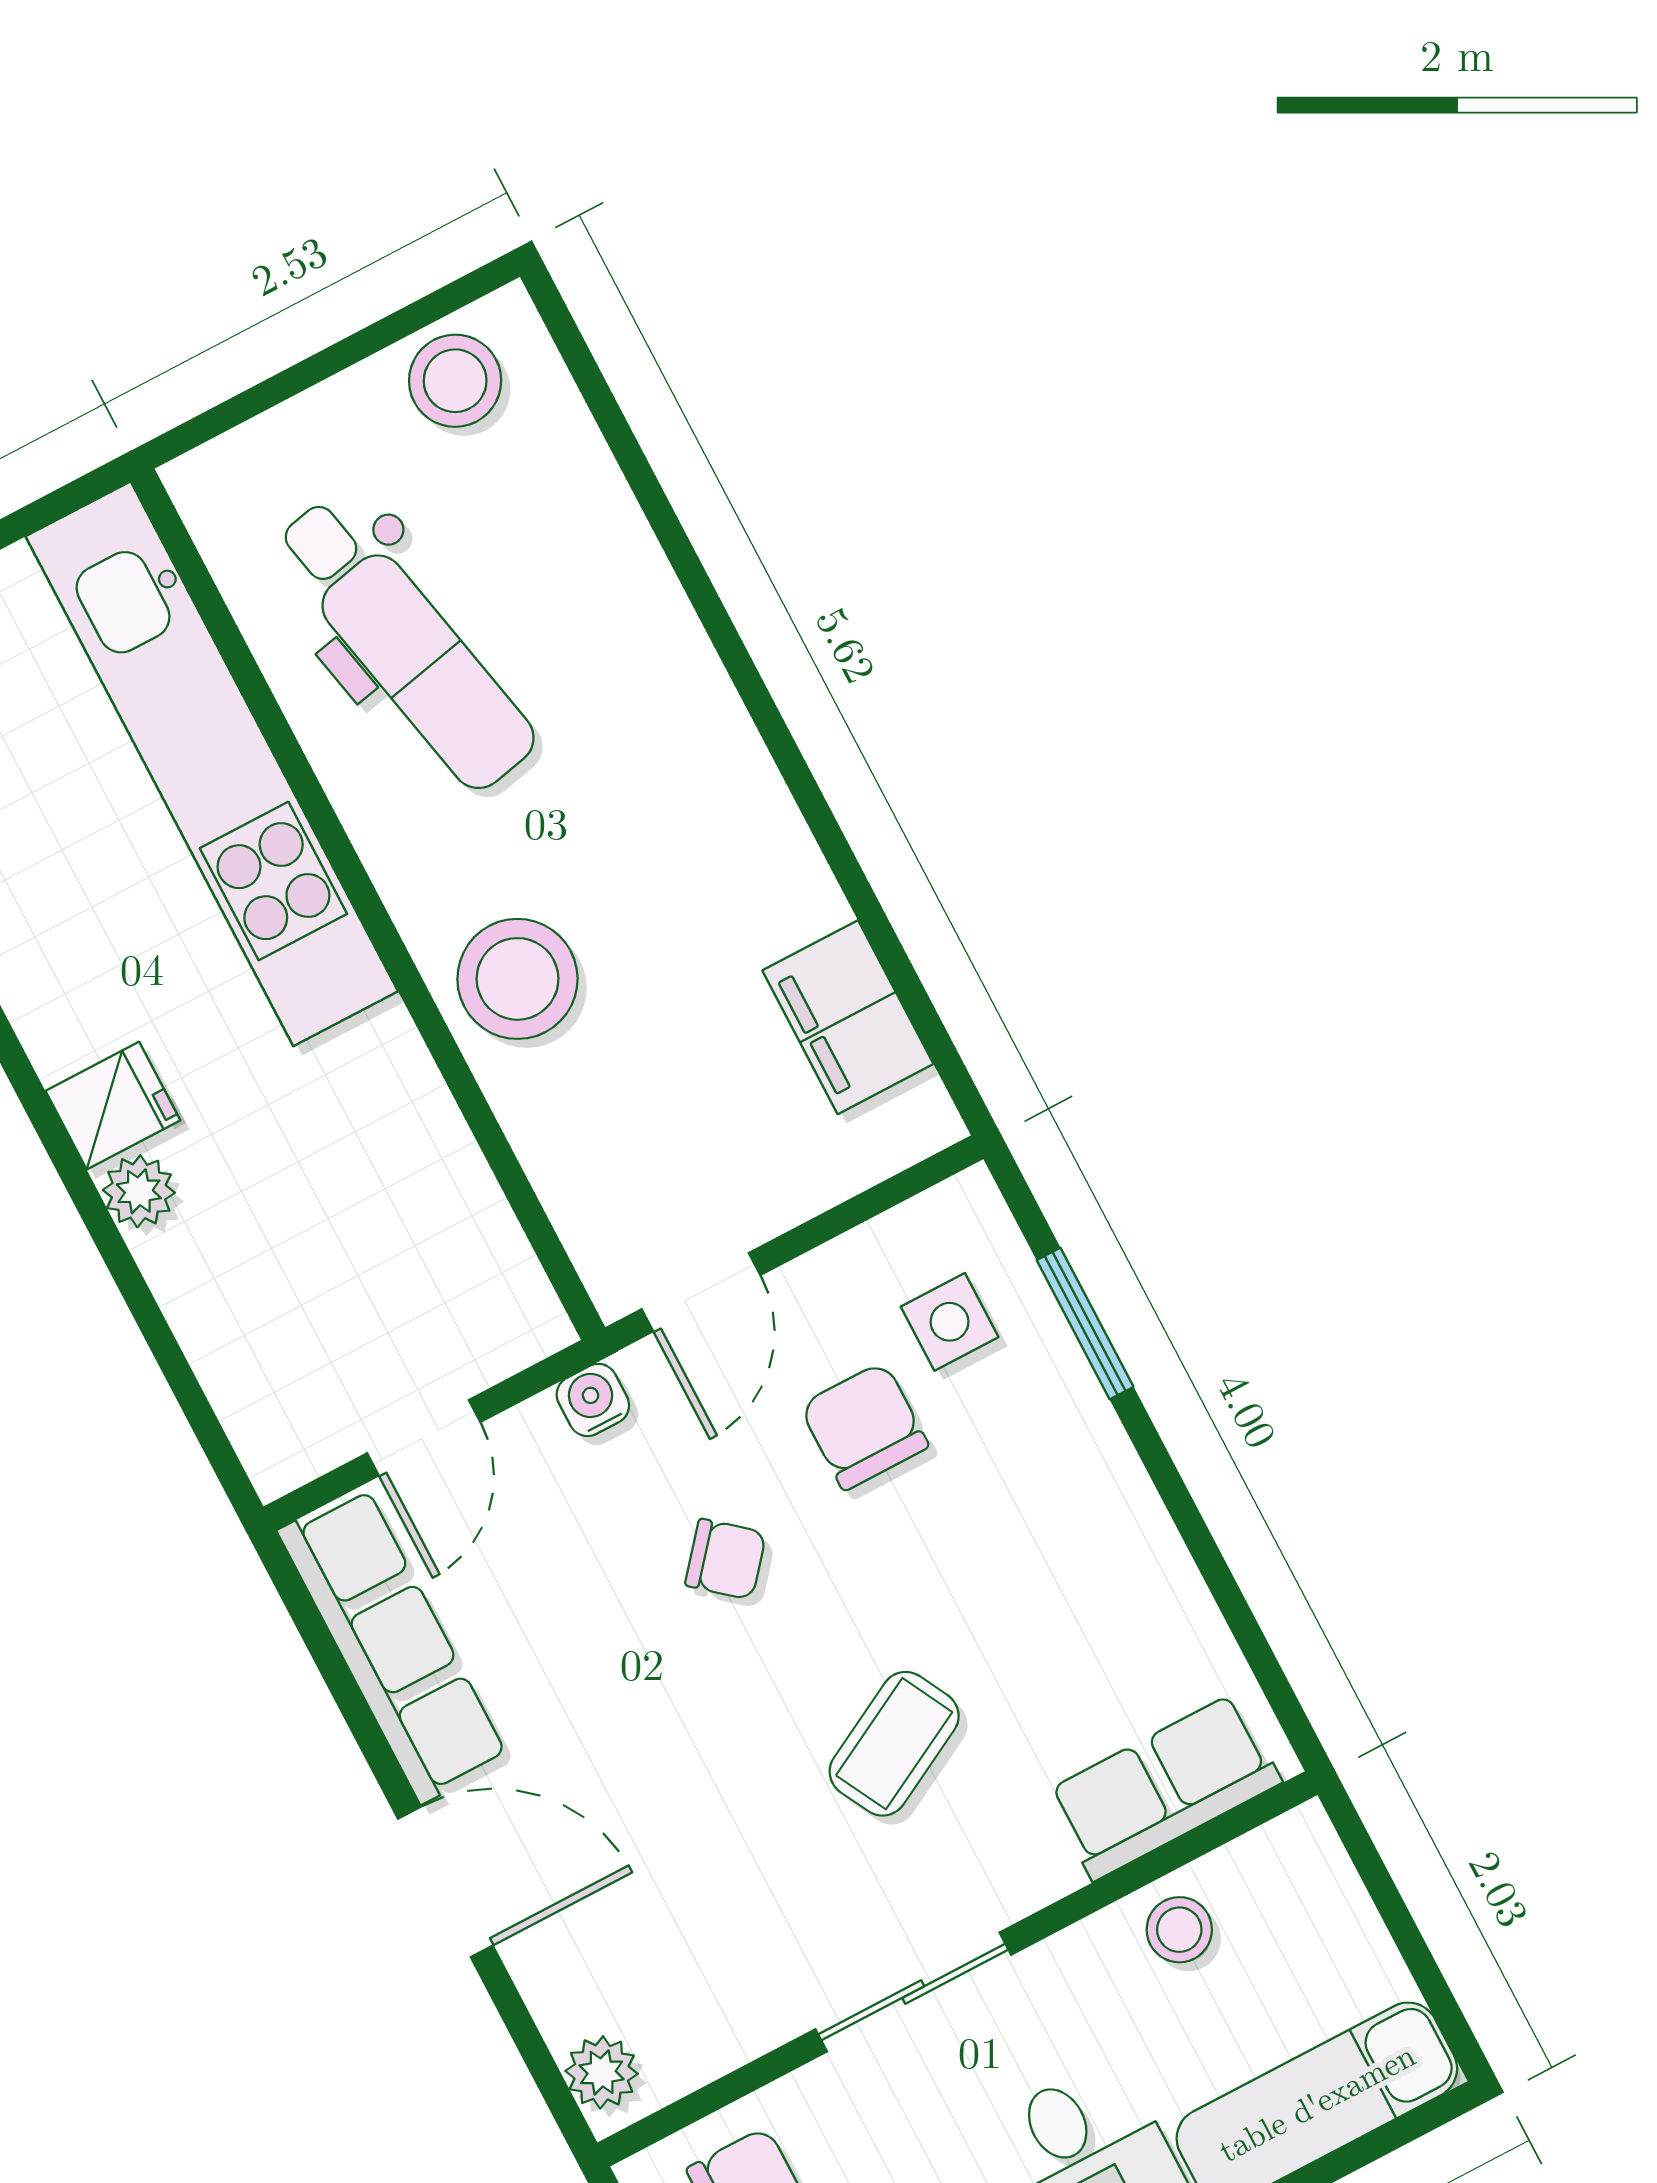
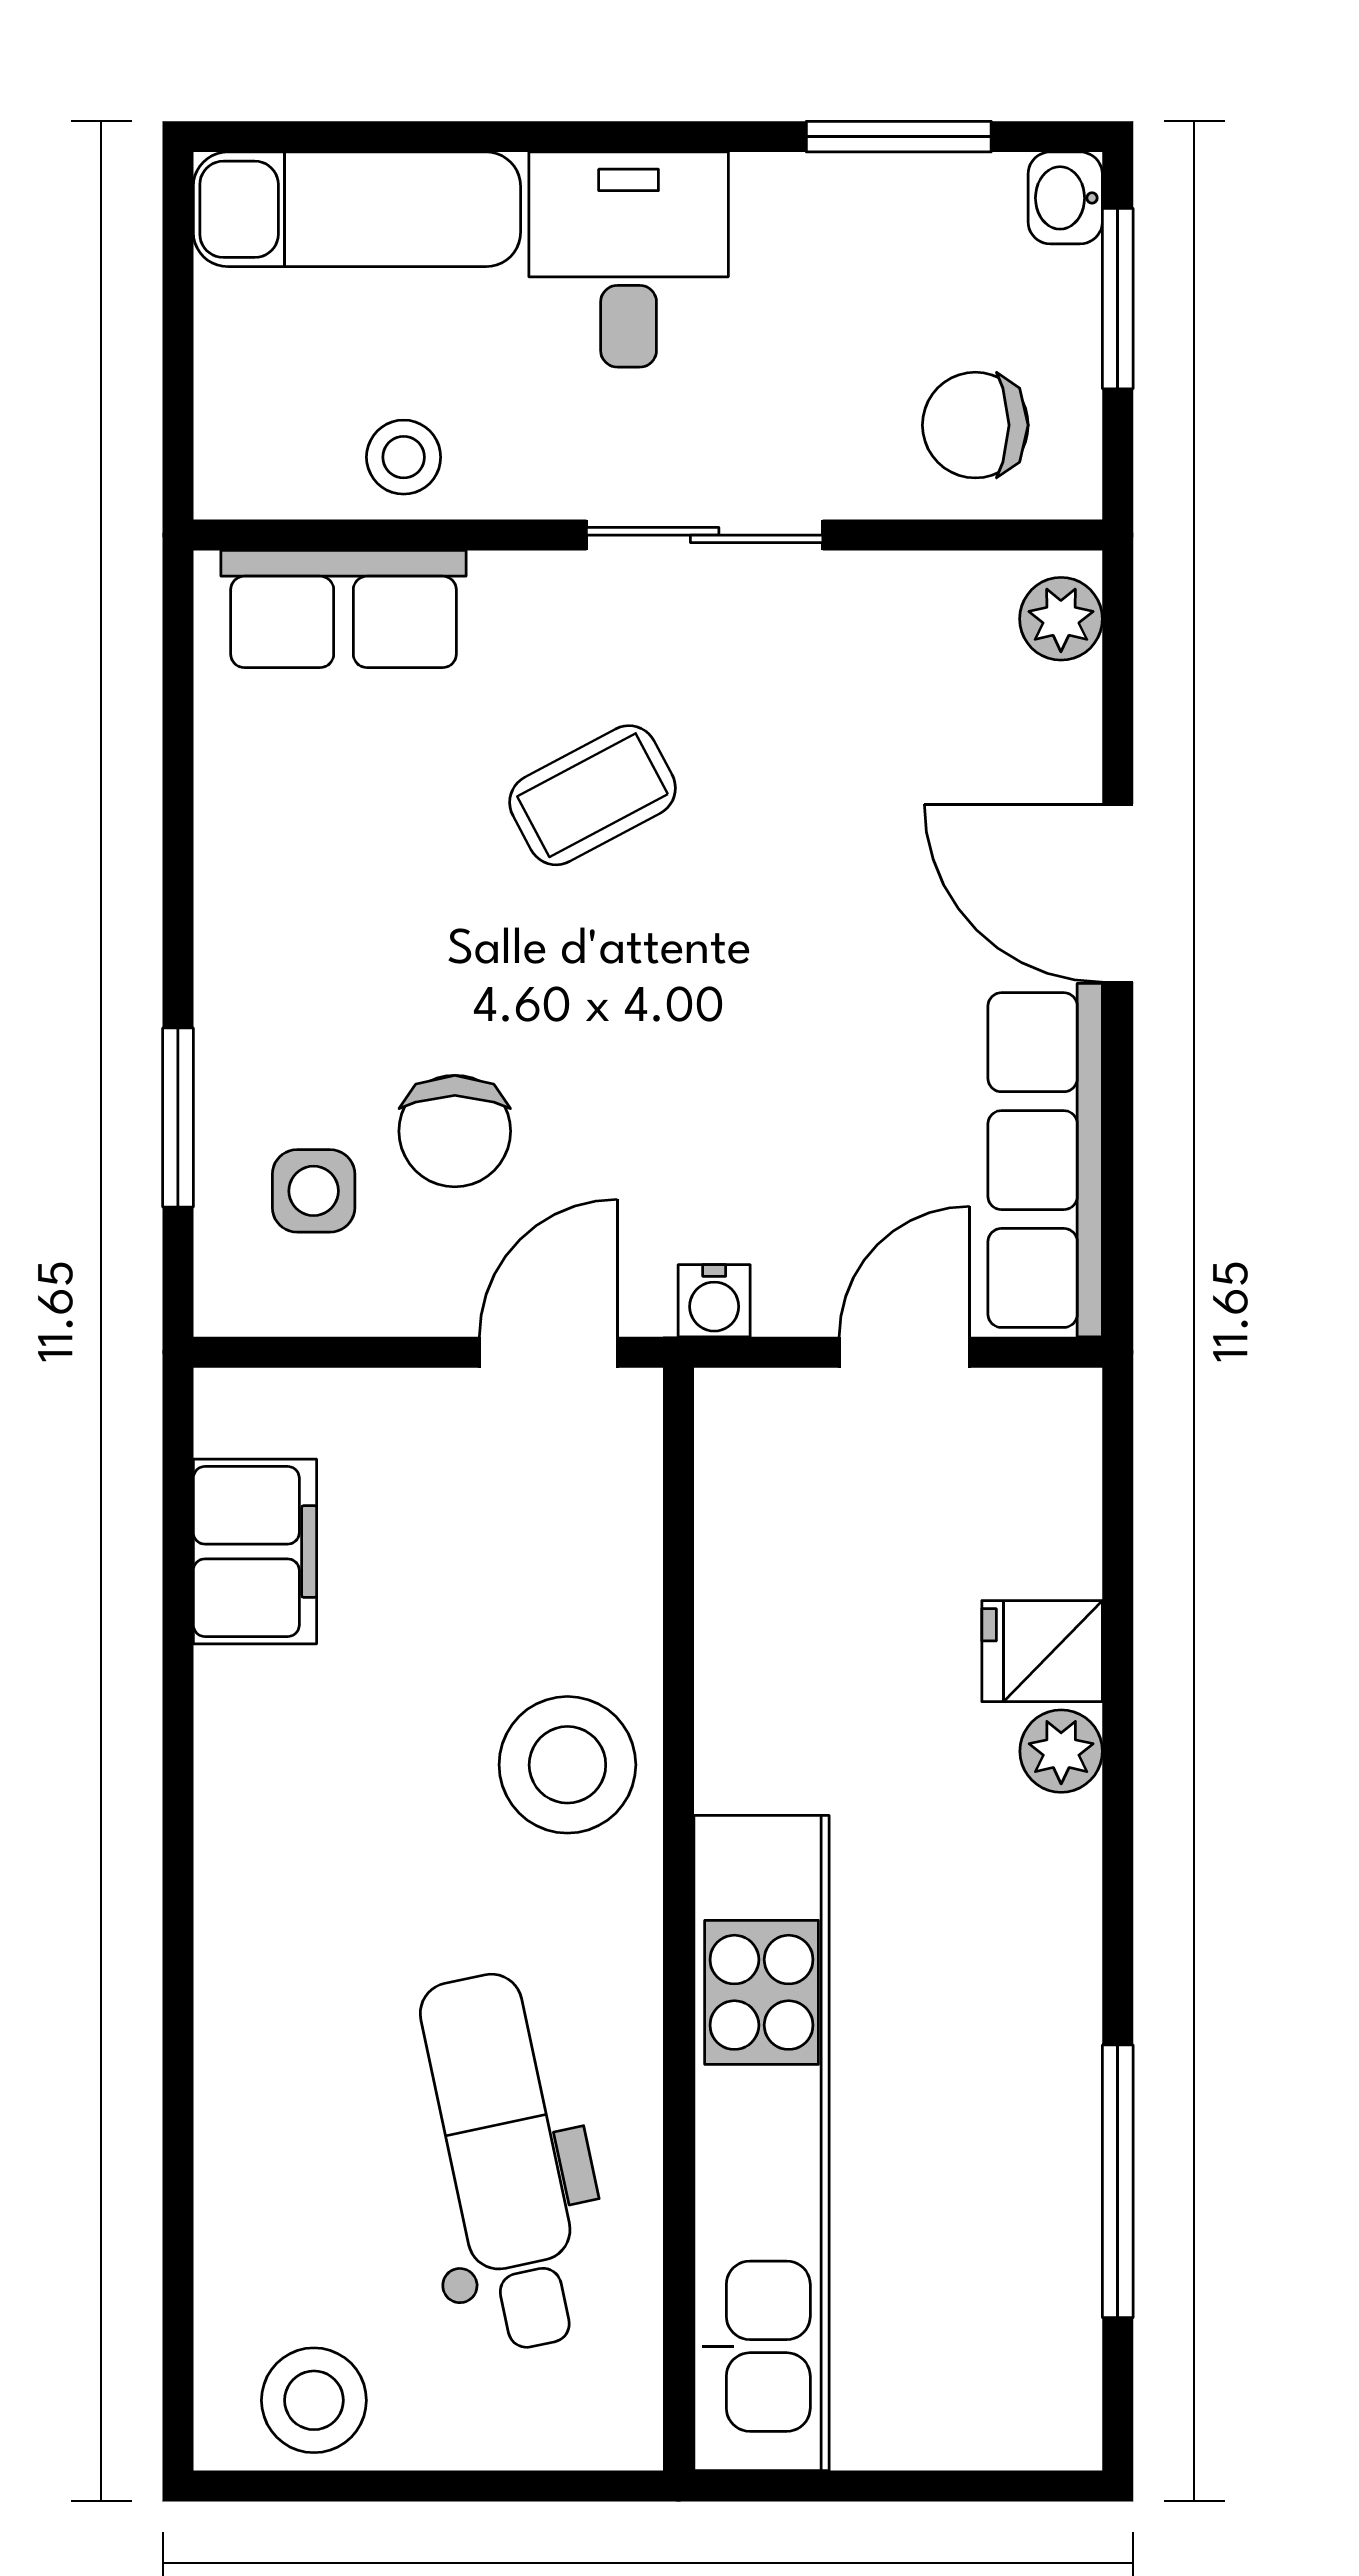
fridge: (113, 1106) -> (1042, 1651), moved
chair: (726, 1559) -> (665, 1070), removed

